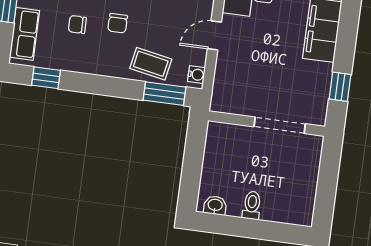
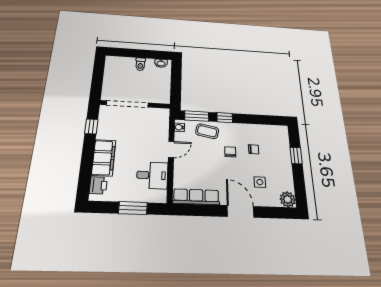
row of seats: (24, 34) -> (283, 142), removed
window: (46, 78) -> (225, 118), moved
doorway: (280, 125) -> (127, 104), width x1.36

